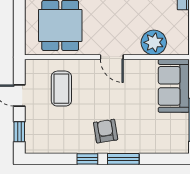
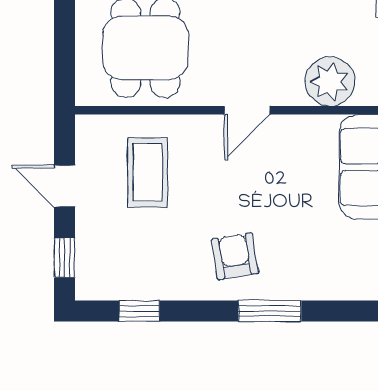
door: (112, 57) -> (247, 110), hinge flipped
window: (87, 159) -> (139, 311), moved

